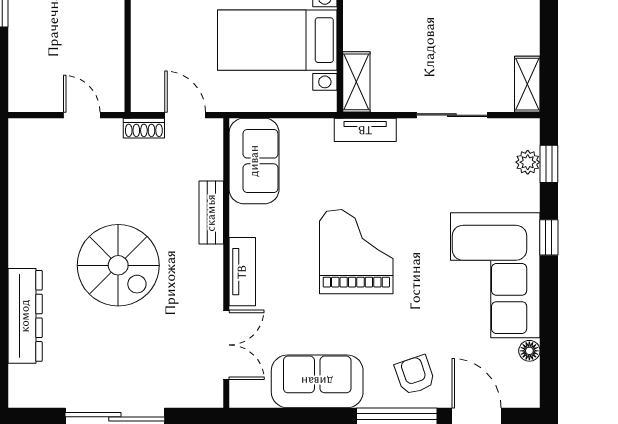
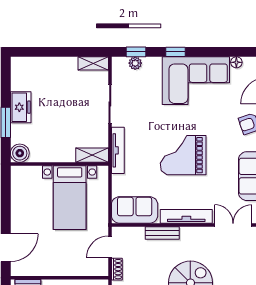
tv unit: (365, 130) -> (118, 150), width x1.41
tv unit: (242, 272) -> (186, 216), width x1.41

